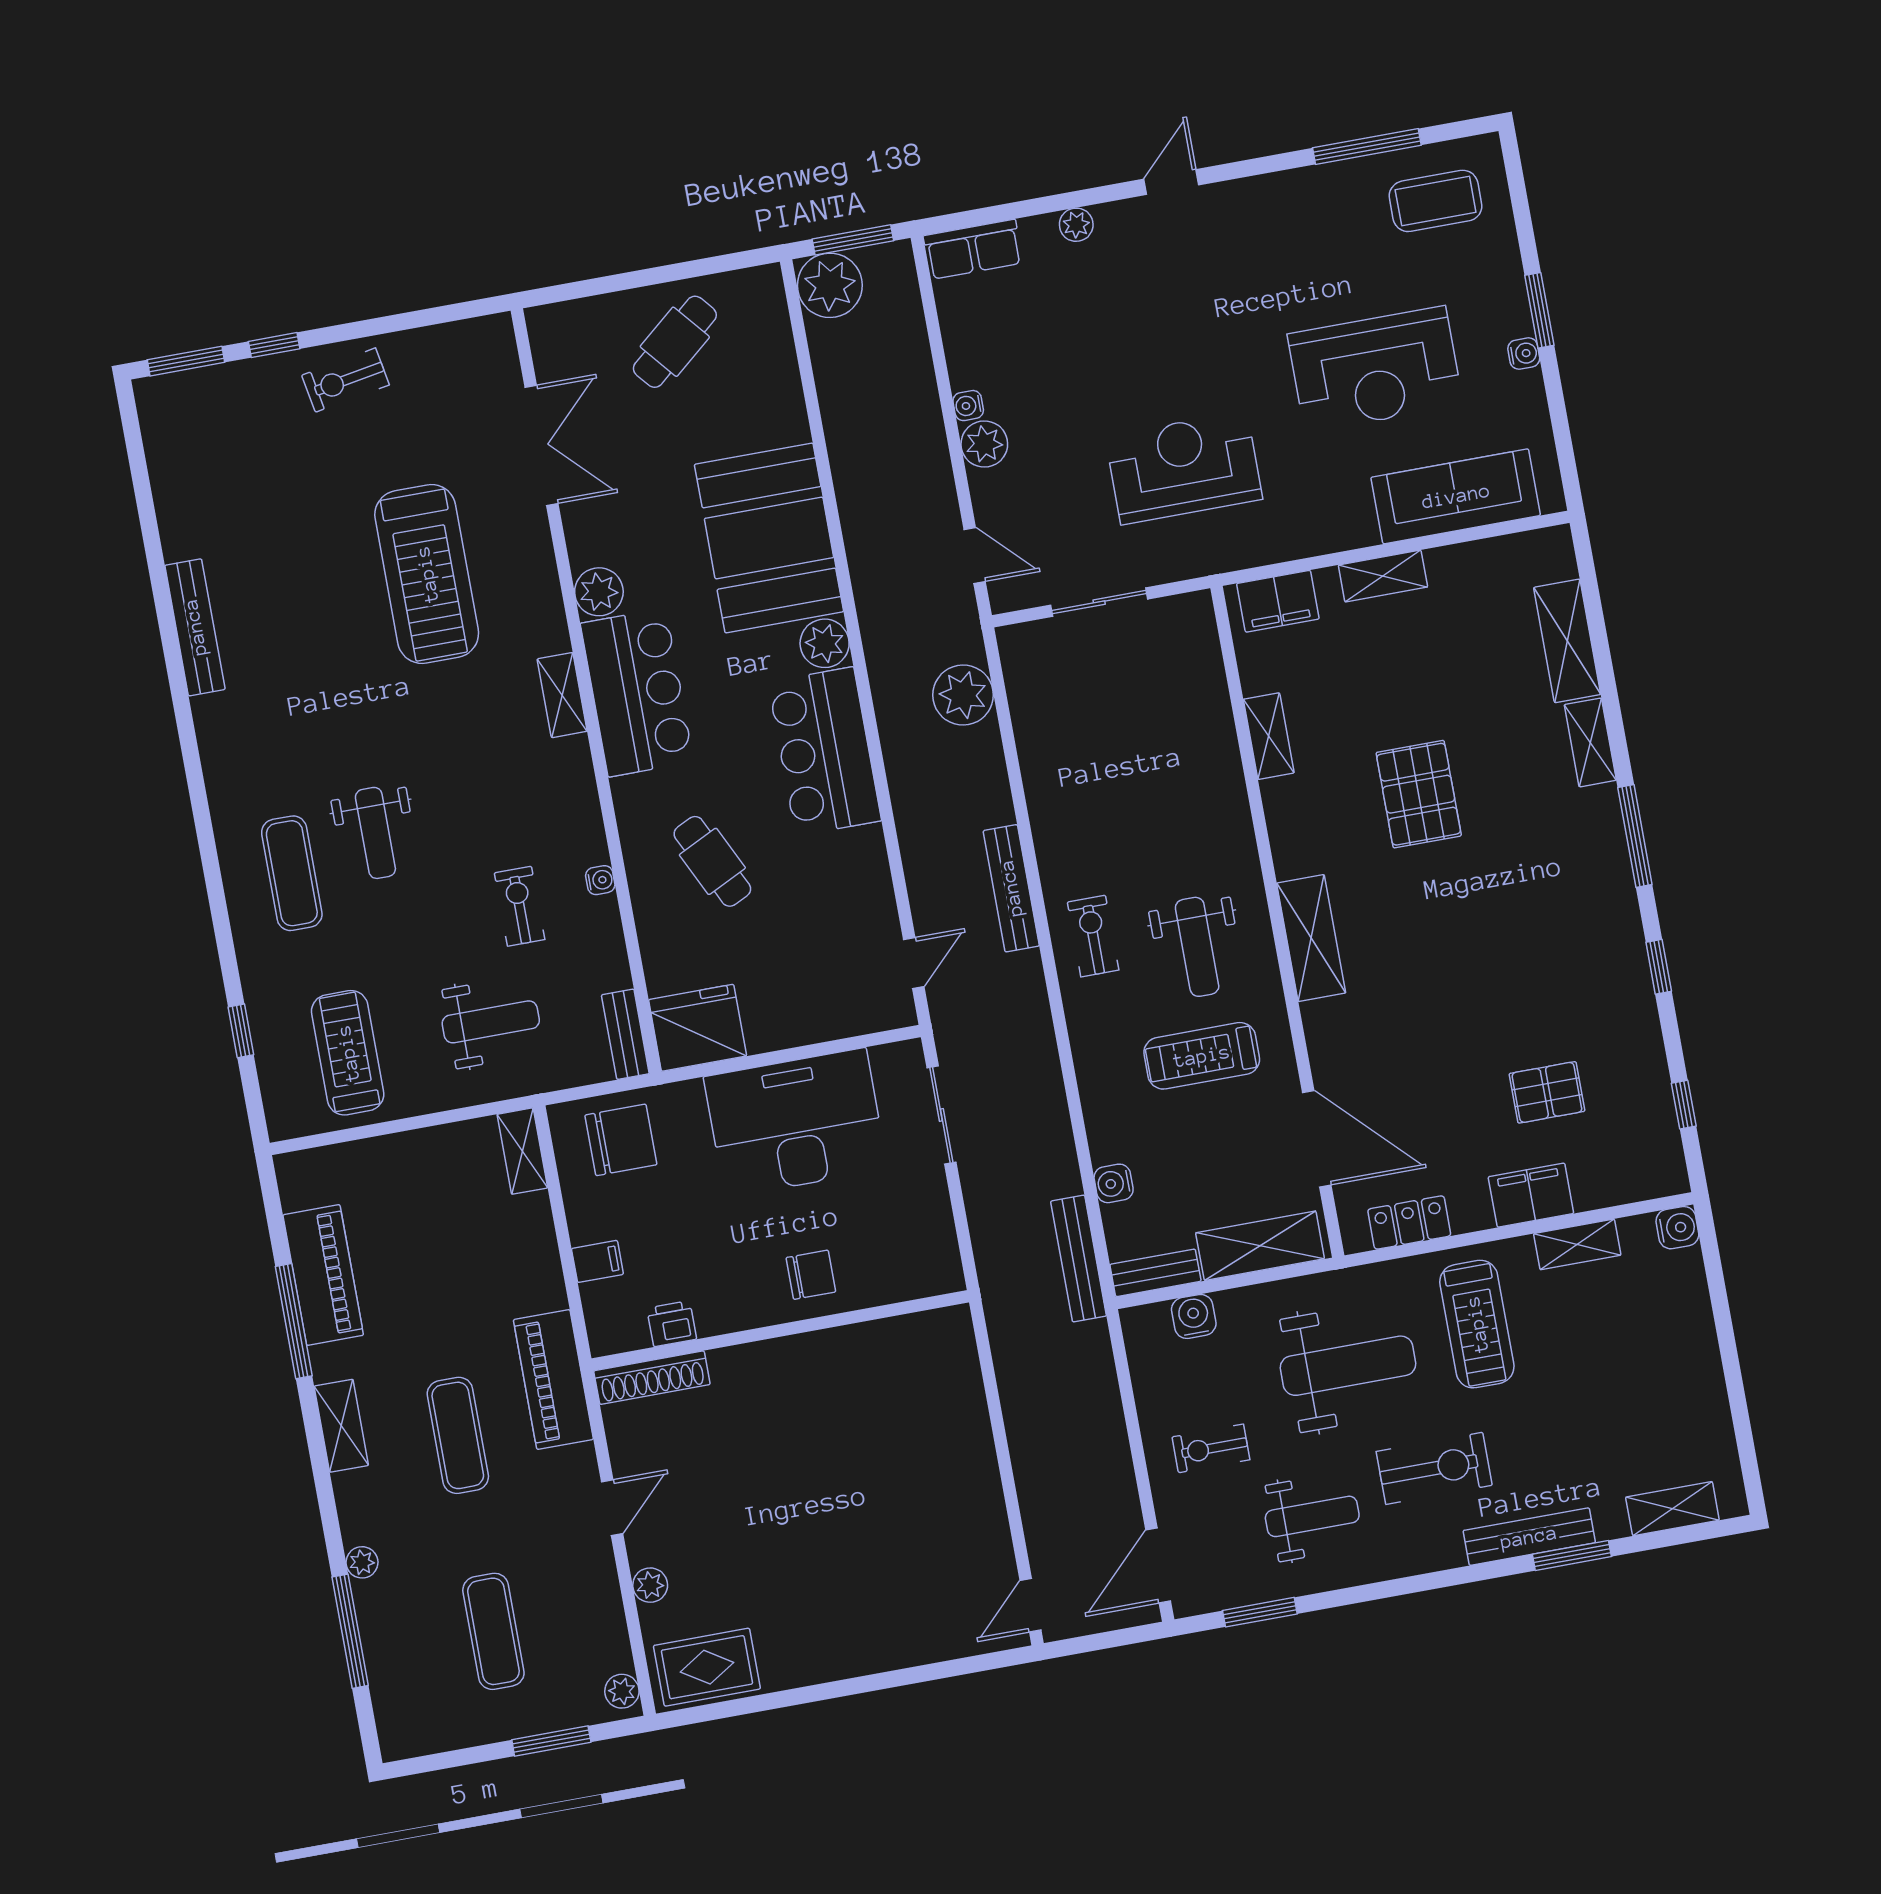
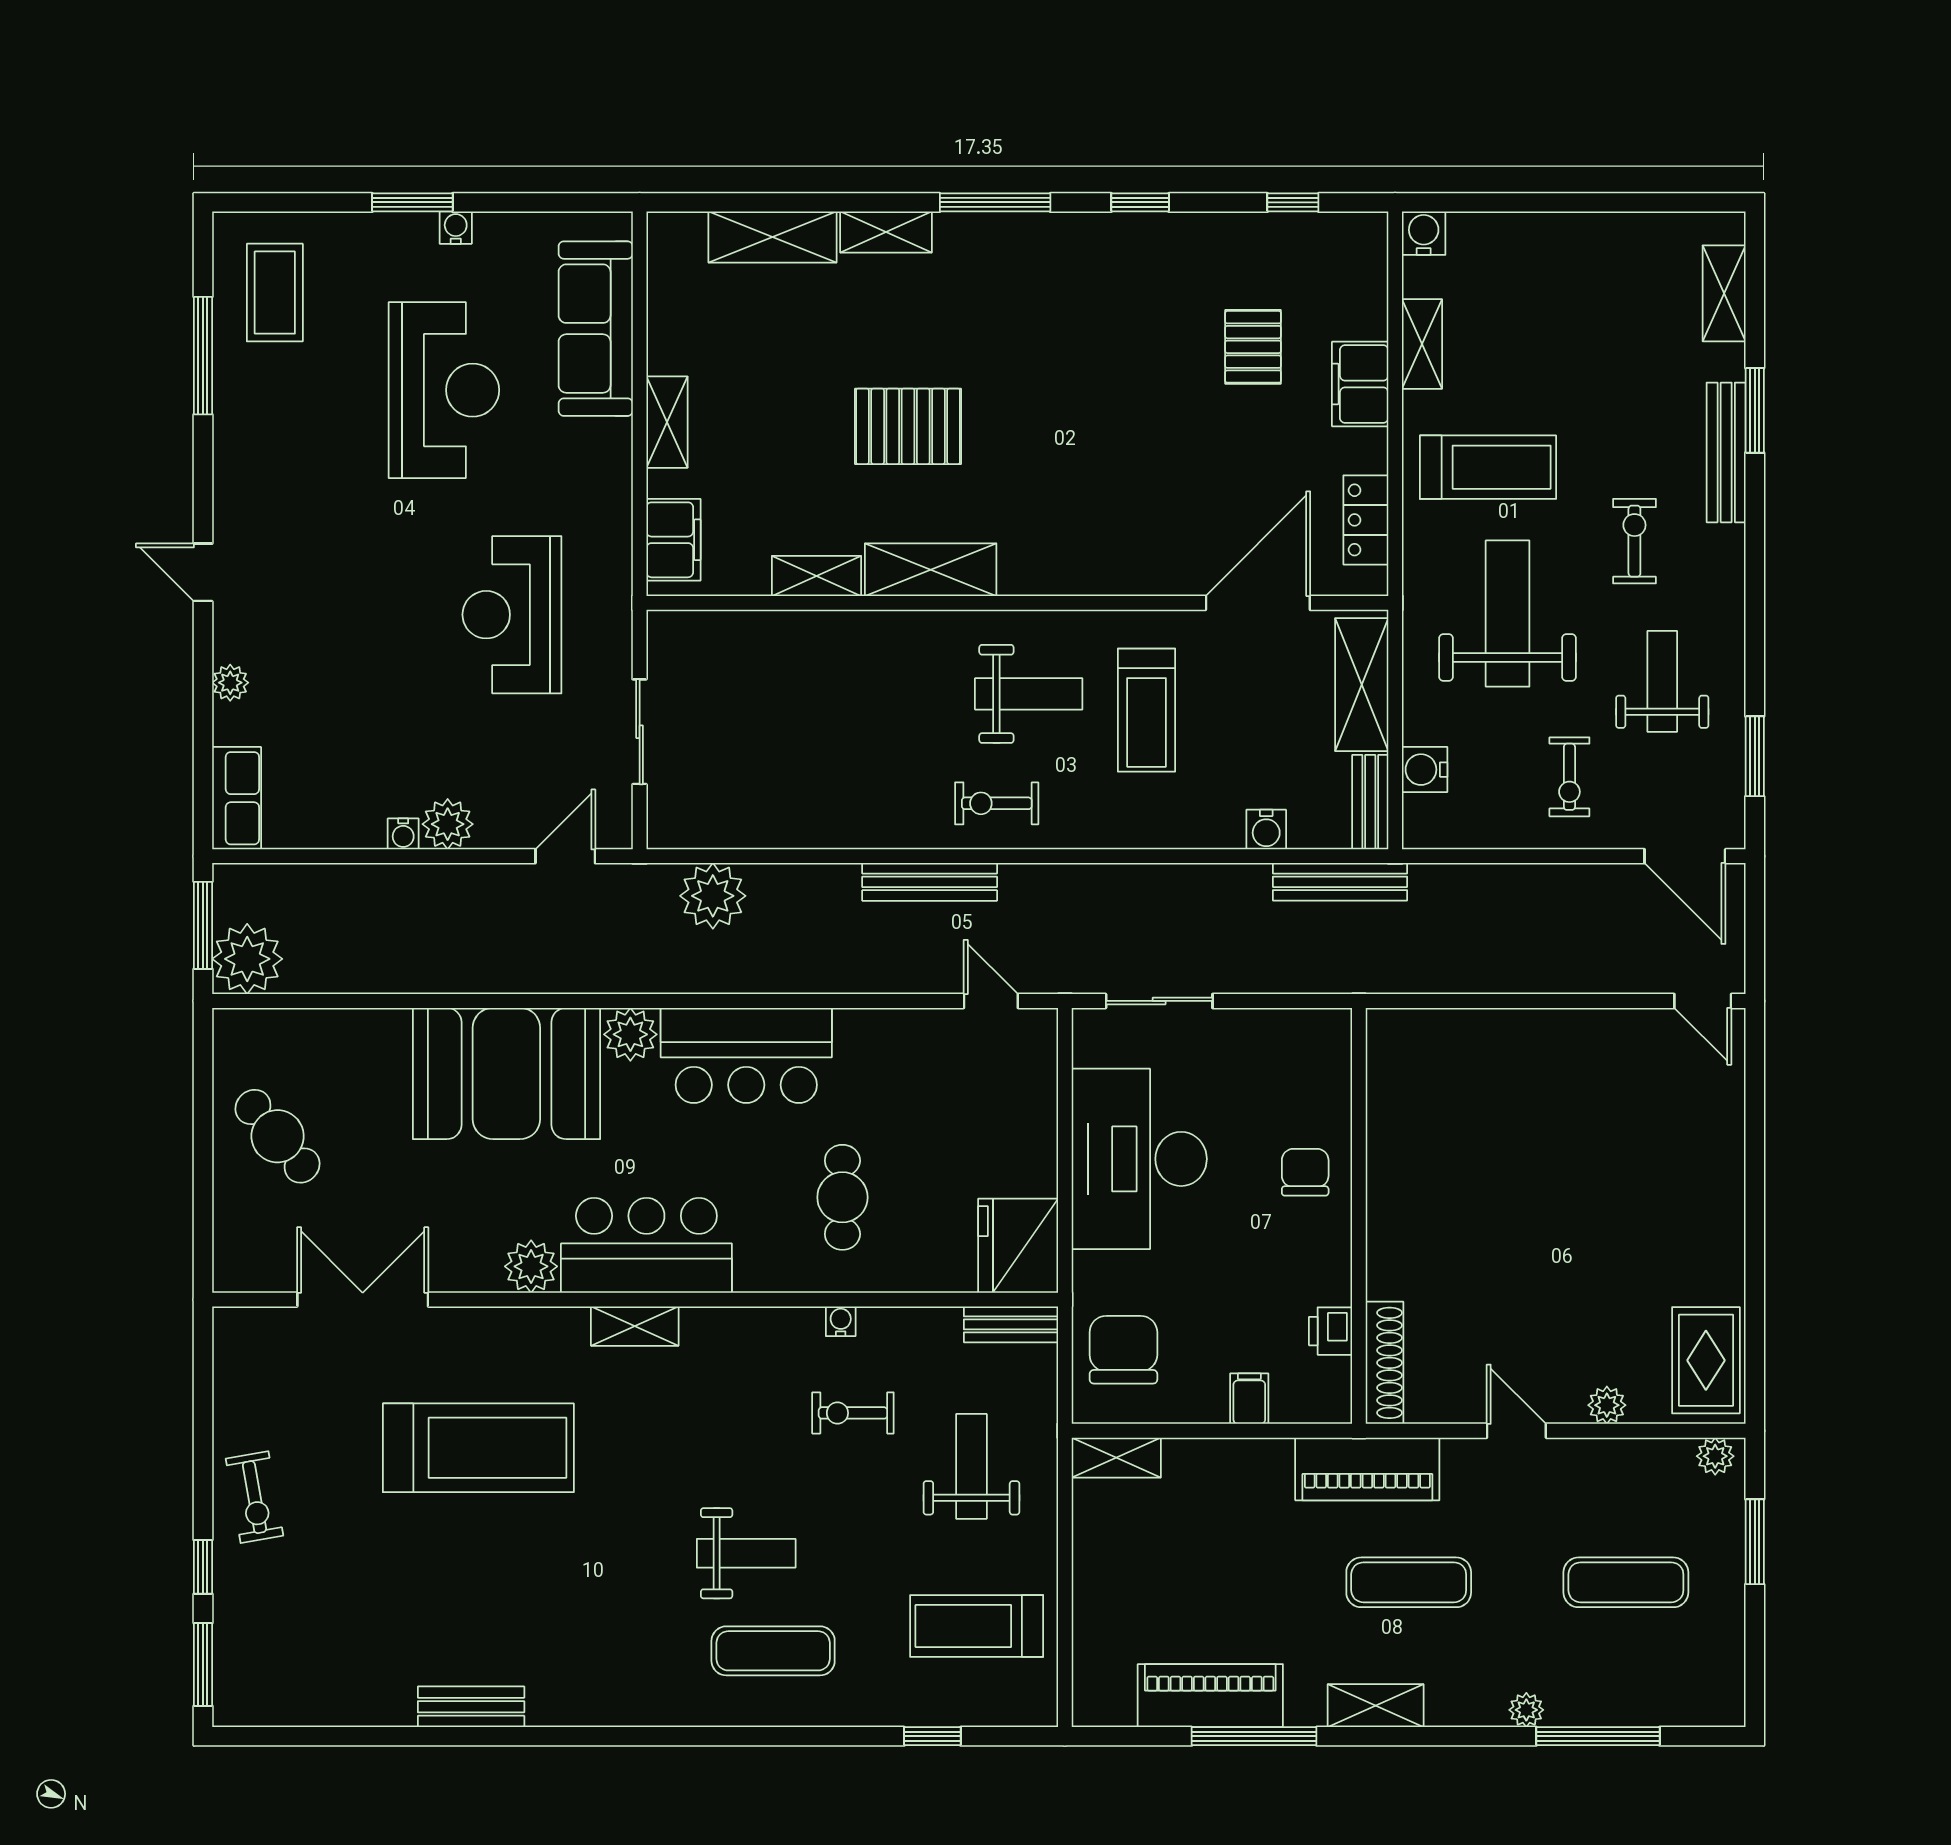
bench: (195, 627) -> (471, 1707), width x0.73
cafe table: (712, 861) -> (842, 1197), turned -64
shelving: (1311, 938) -> (931, 570), moved
exercise bike: (1434, 1468) -> (1634, 541), width x0.73, depth x0.72

